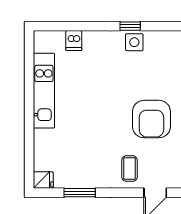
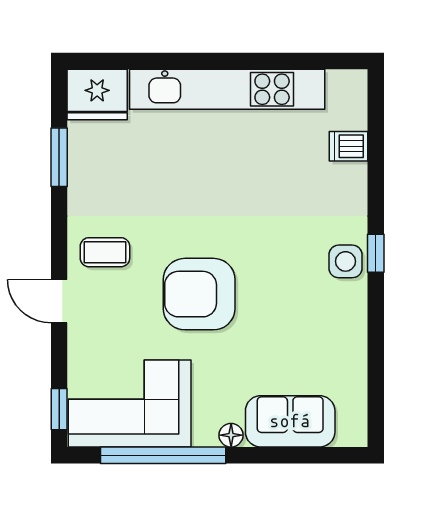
kitchen unit: (44, 91) -> (227, 89), width x1.36
fridge: (43, 180) -> (97, 94), width x1.88, depth x1.34

